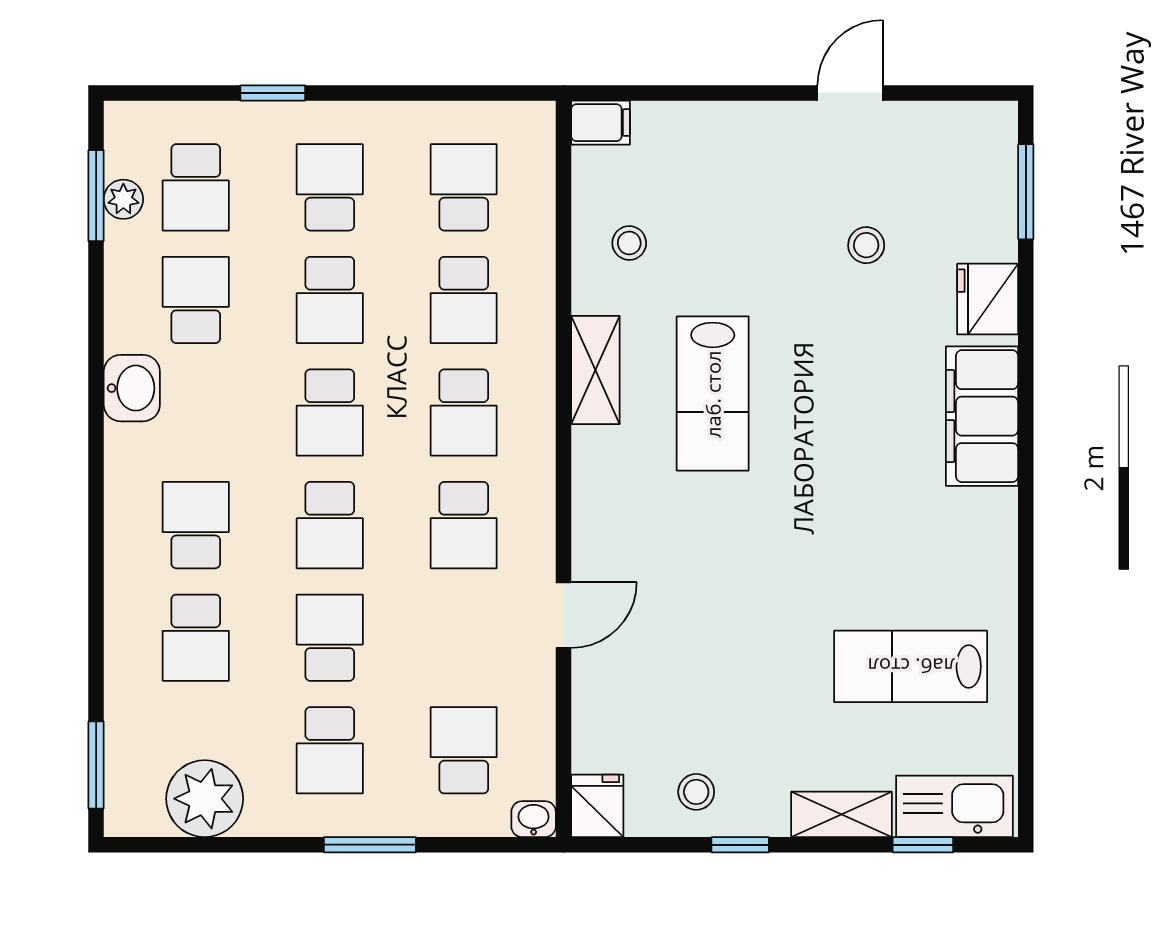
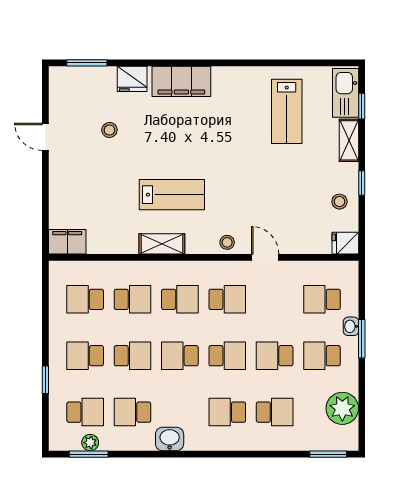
filing cabinet: (600, 123) -> (67, 242), width x2.00
stool: (629, 243) -> (227, 242), moved
school desk: (330, 413) -> (180, 356), turned 180
school desk: (330, 750) -> (322, 356), turned 180
washbasin: (534, 819) -> (351, 326), moved

